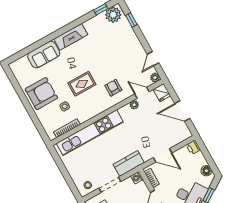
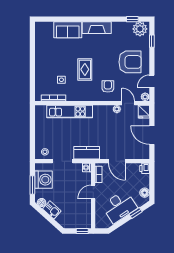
rug: (82, 84) -> (85, 69), turned 90
armchair: (41, 94) -> (130, 62), moved
kitchen unit: (90, 133) -> (70, 111), width x0.73

